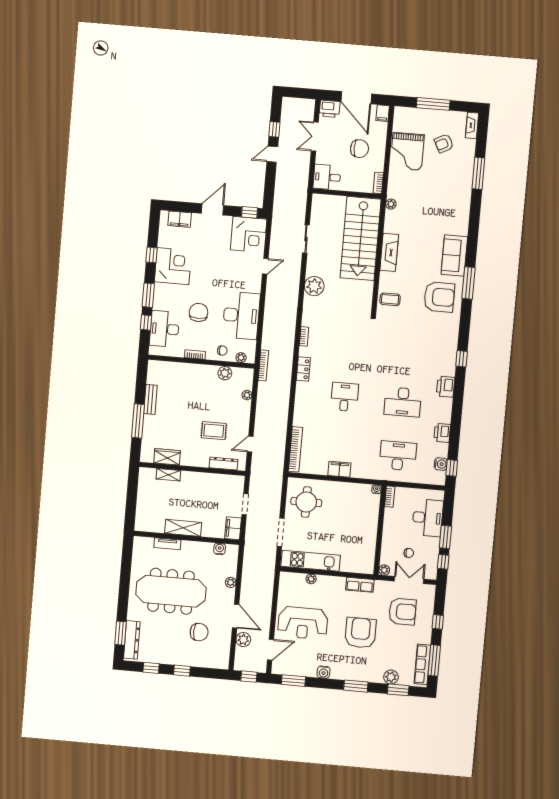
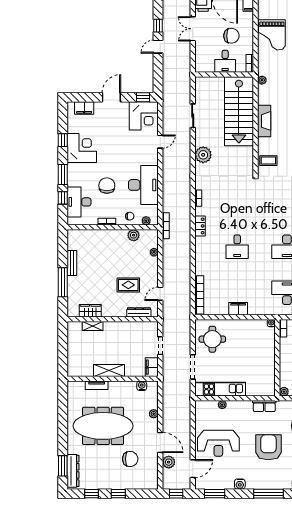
desk: (327, 177) -> (225, 61), moved, turned -90
desk: (345, 397) -> (237, 247), turned 180
window: (356, 686) -> (268, 494), width x1.44

